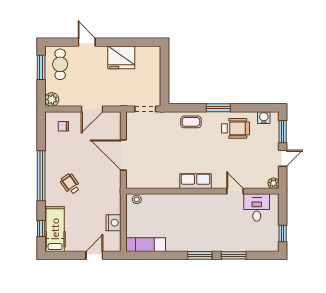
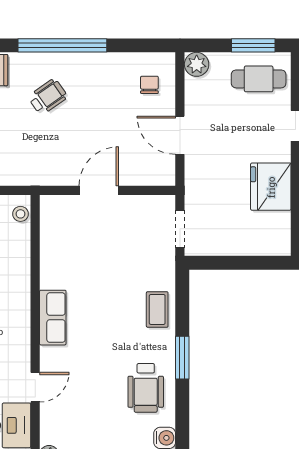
door: (123, 155) -> (99, 190), width x0.73

